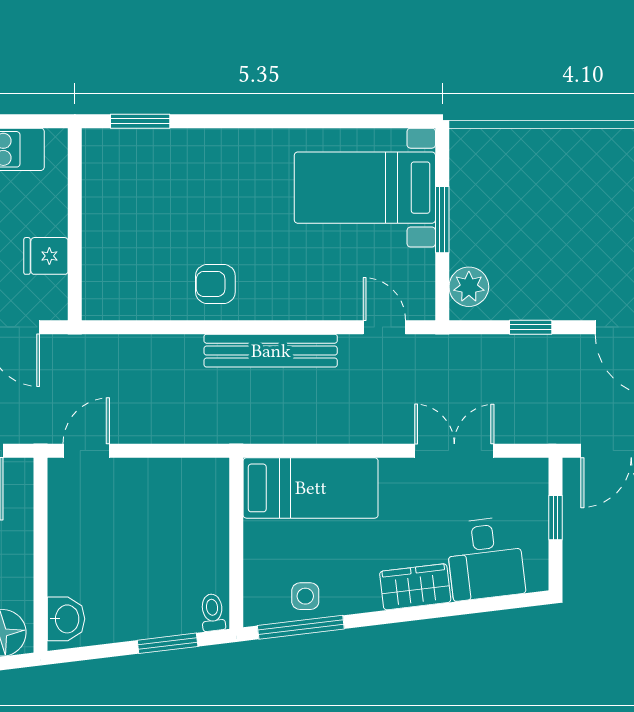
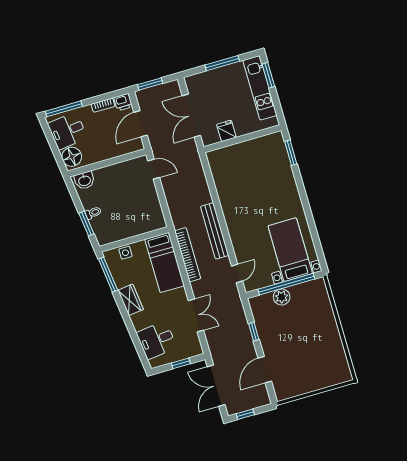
window: (442, 220) -> (286, 284), width x2.11
armchair: (215, 284) -> (235, 201), removed
plant: (469, 287) -> (282, 297), moved
bookcase: (308, 429) -> (188, 255), added
wardrobe: (415, 587) -> (131, 300), moved
side table: (305, 596) -> (125, 253), moved
toilet: (213, 612) -> (93, 213), moved

